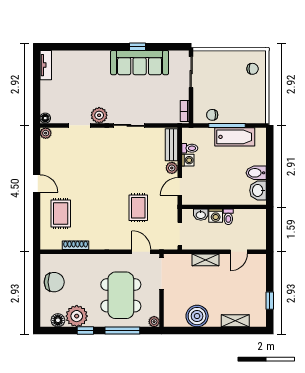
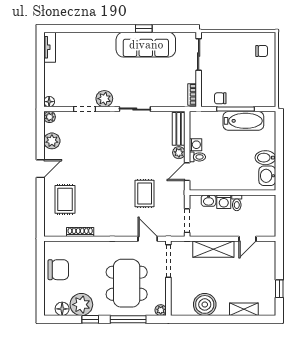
toilet: (190, 148) -> (197, 157), moved
plant: (48, 156) -> (52, 141), added
door: (37, 184) -> (40, 169), hinge flipped
shelving: (206, 260) -> (213, 249), width x1.50, depth x1.33

